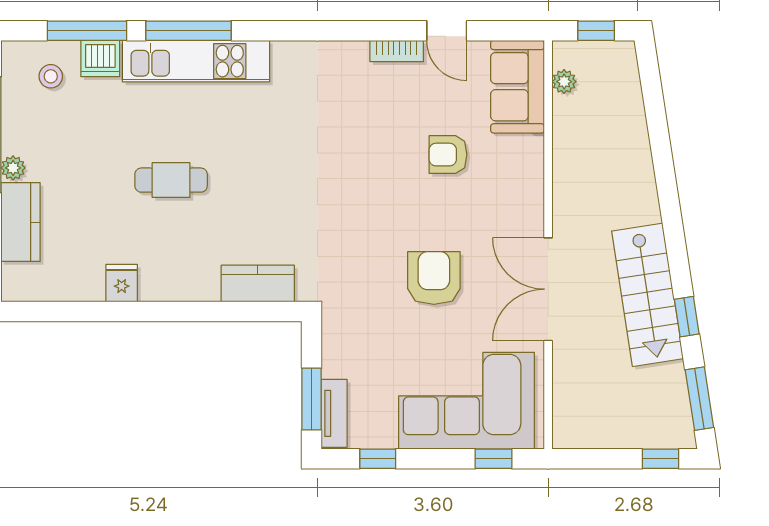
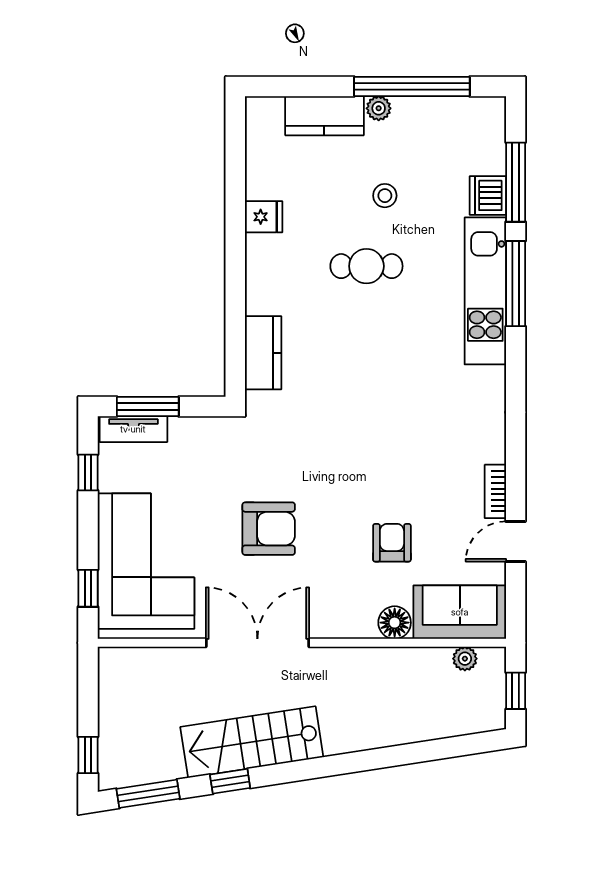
stool: (51, 76) -> (385, 196), moved
floor lamp: (528, 152) -> (395, 623), added
cafe table: (171, 180) -> (366, 266), turned 90

